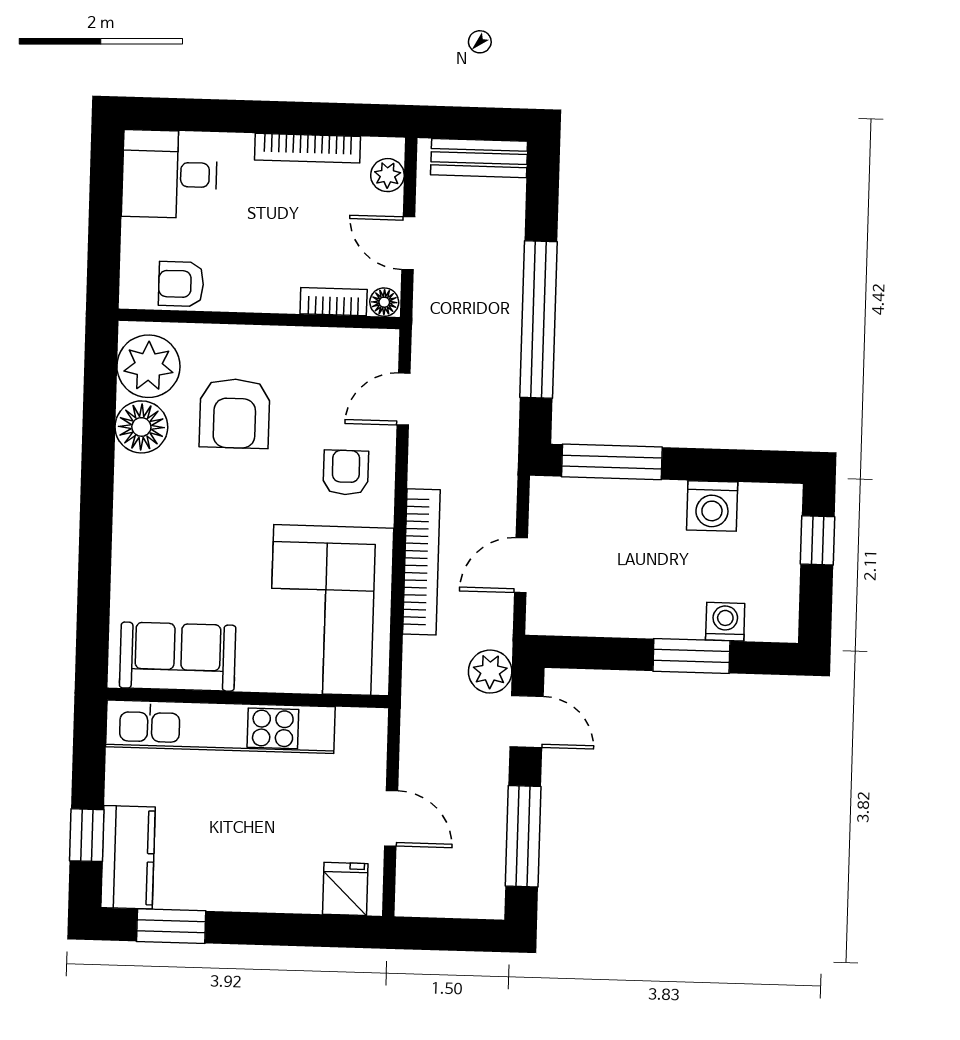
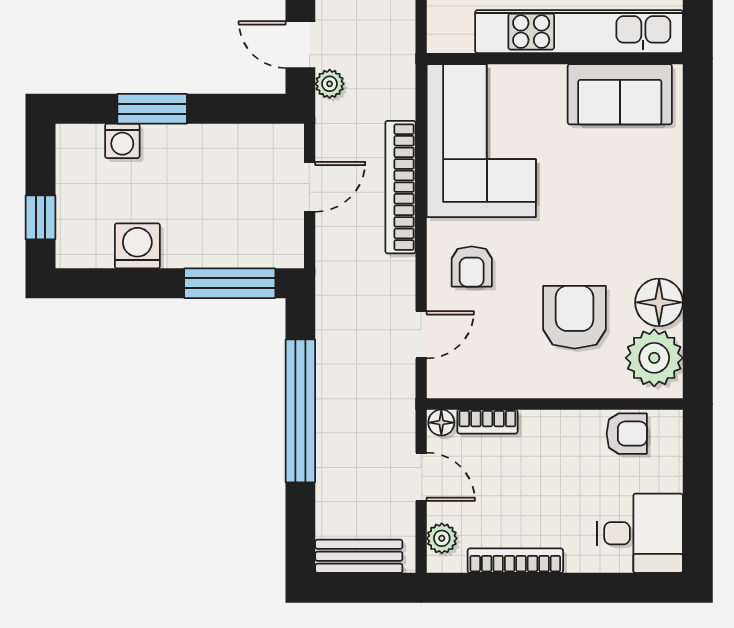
plant: (490, 672) -> (330, 84), width x0.73, depth x0.73

